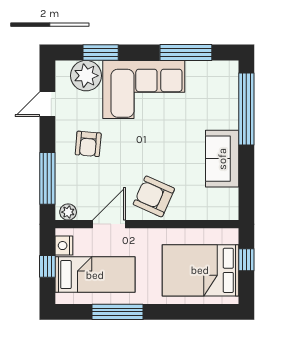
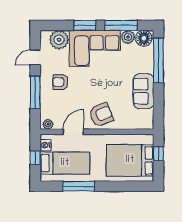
window: (101, 52) -> (85, 25), moved
plant: (197, 71) -> (128, 37), added
floor lamp: (223, 73) -> (144, 38), added
armchair: (88, 144) -> (60, 82), turned 85
window: (47, 178) -> (35, 92), moved
armchair: (154, 196) -> (101, 115), turned 135

